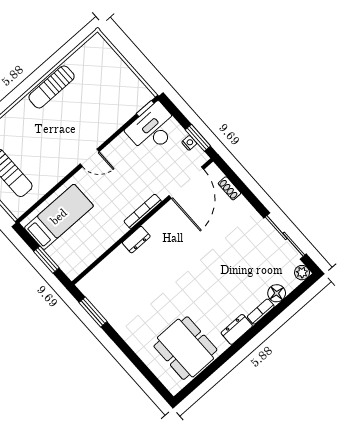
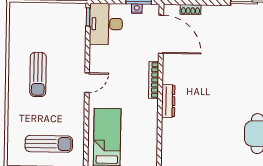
sun lounger: (52, 87) -> (38, 74), moved
dresser: (136, 240) -> (168, 101), width x1.44

